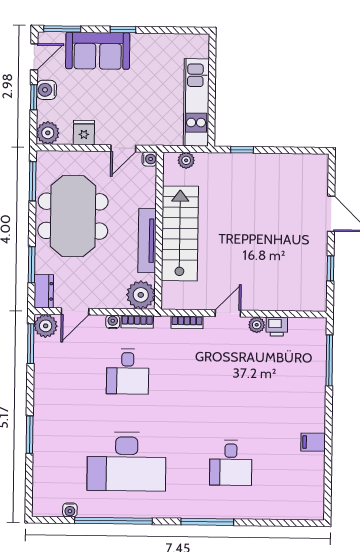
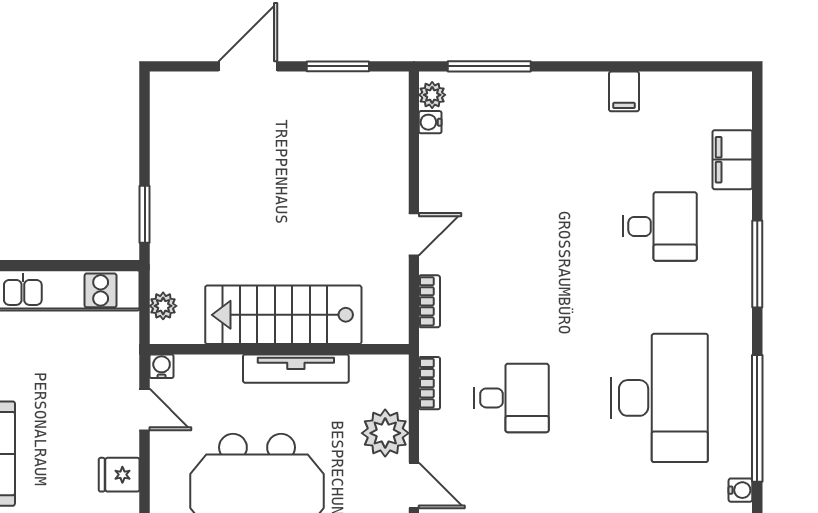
window: (242, 150) -> (145, 214), width x1.50
window: (330, 268) -> (338, 66), width x1.50
plant: (141, 295) -> (385, 433), moved
door: (228, 313) -> (414, 234), swing flipped
water cooler: (113, 322) -> (430, 122), moved
plant: (257, 325) -> (432, 95), moved
printer: (277, 327) -> (435, 153), removed
filing cabinet: (271, 508) -> (732, 160), added

